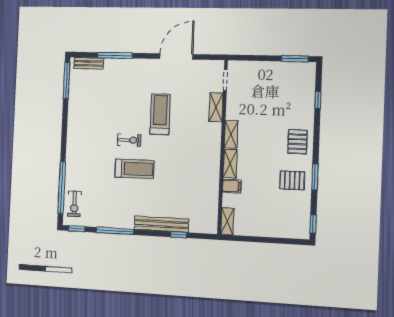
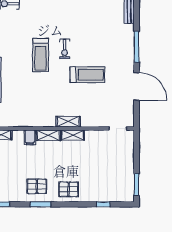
window: (115, 55) -> (136, 47), moved
shelving: (216, 107) -> (68, 122), moved
pallet: (292, 180) -> (37, 186), turned 90

